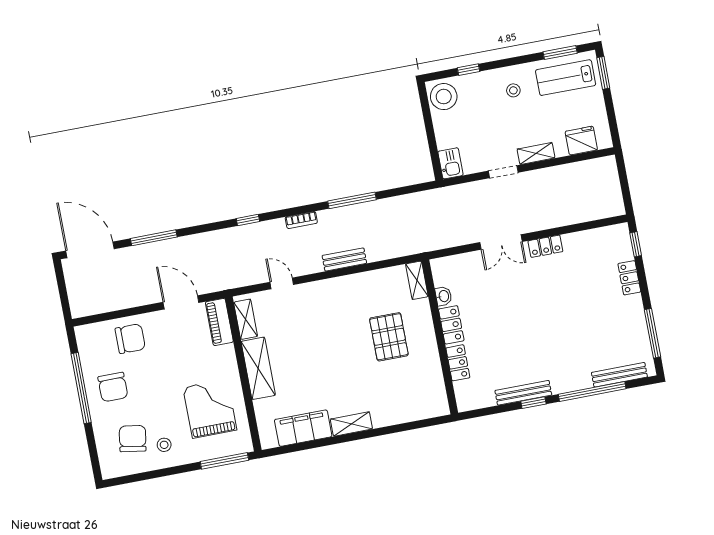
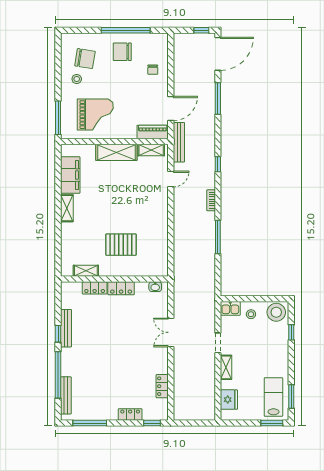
stool: (513, 90) -> (251, 314), moved
locker: (545, 246) -> (162, 386), moved
bench: (344, 259) -> (179, 142), moved, width x1.36
window: (61, 280) -> (201, 30), added
shelving: (417, 280) -> (86, 271), moved
washbasin: (443, 296) -> (155, 287), moved
chair: (130, 339) -> (153, 70), width x0.54, depth x0.54

